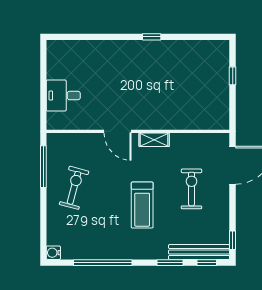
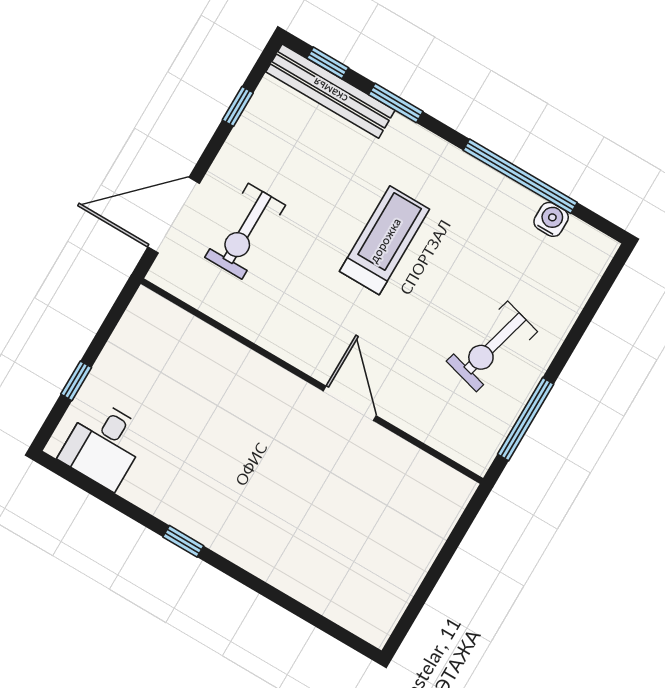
desk: (63, 96) -> (104, 445), moved, turned 90
shelving: (154, 140) -> (291, 348), removed
exercise bike: (191, 189) -> (245, 231), moved
window: (233, 240) -> (238, 106), moved
water cooler: (53, 253) -> (551, 219), moved, turned -90

